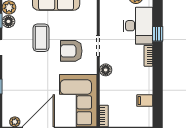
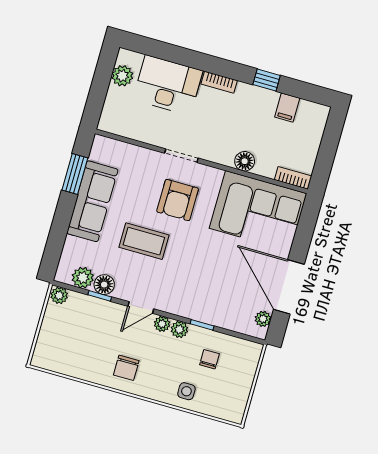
window: (158, 34) -> (267, 80), moved
floor lamp: (106, 70) -> (245, 161), moved

